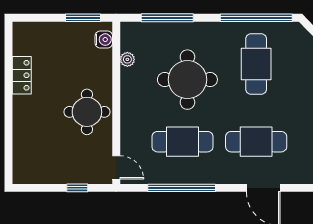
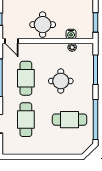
water cooler: (104, 40) -> (71, 34), moved
round table: (187, 80) -> (61, 81), width x0.73, depth x0.73
door: (116, 167) -> (11, 41), hinge flipped

